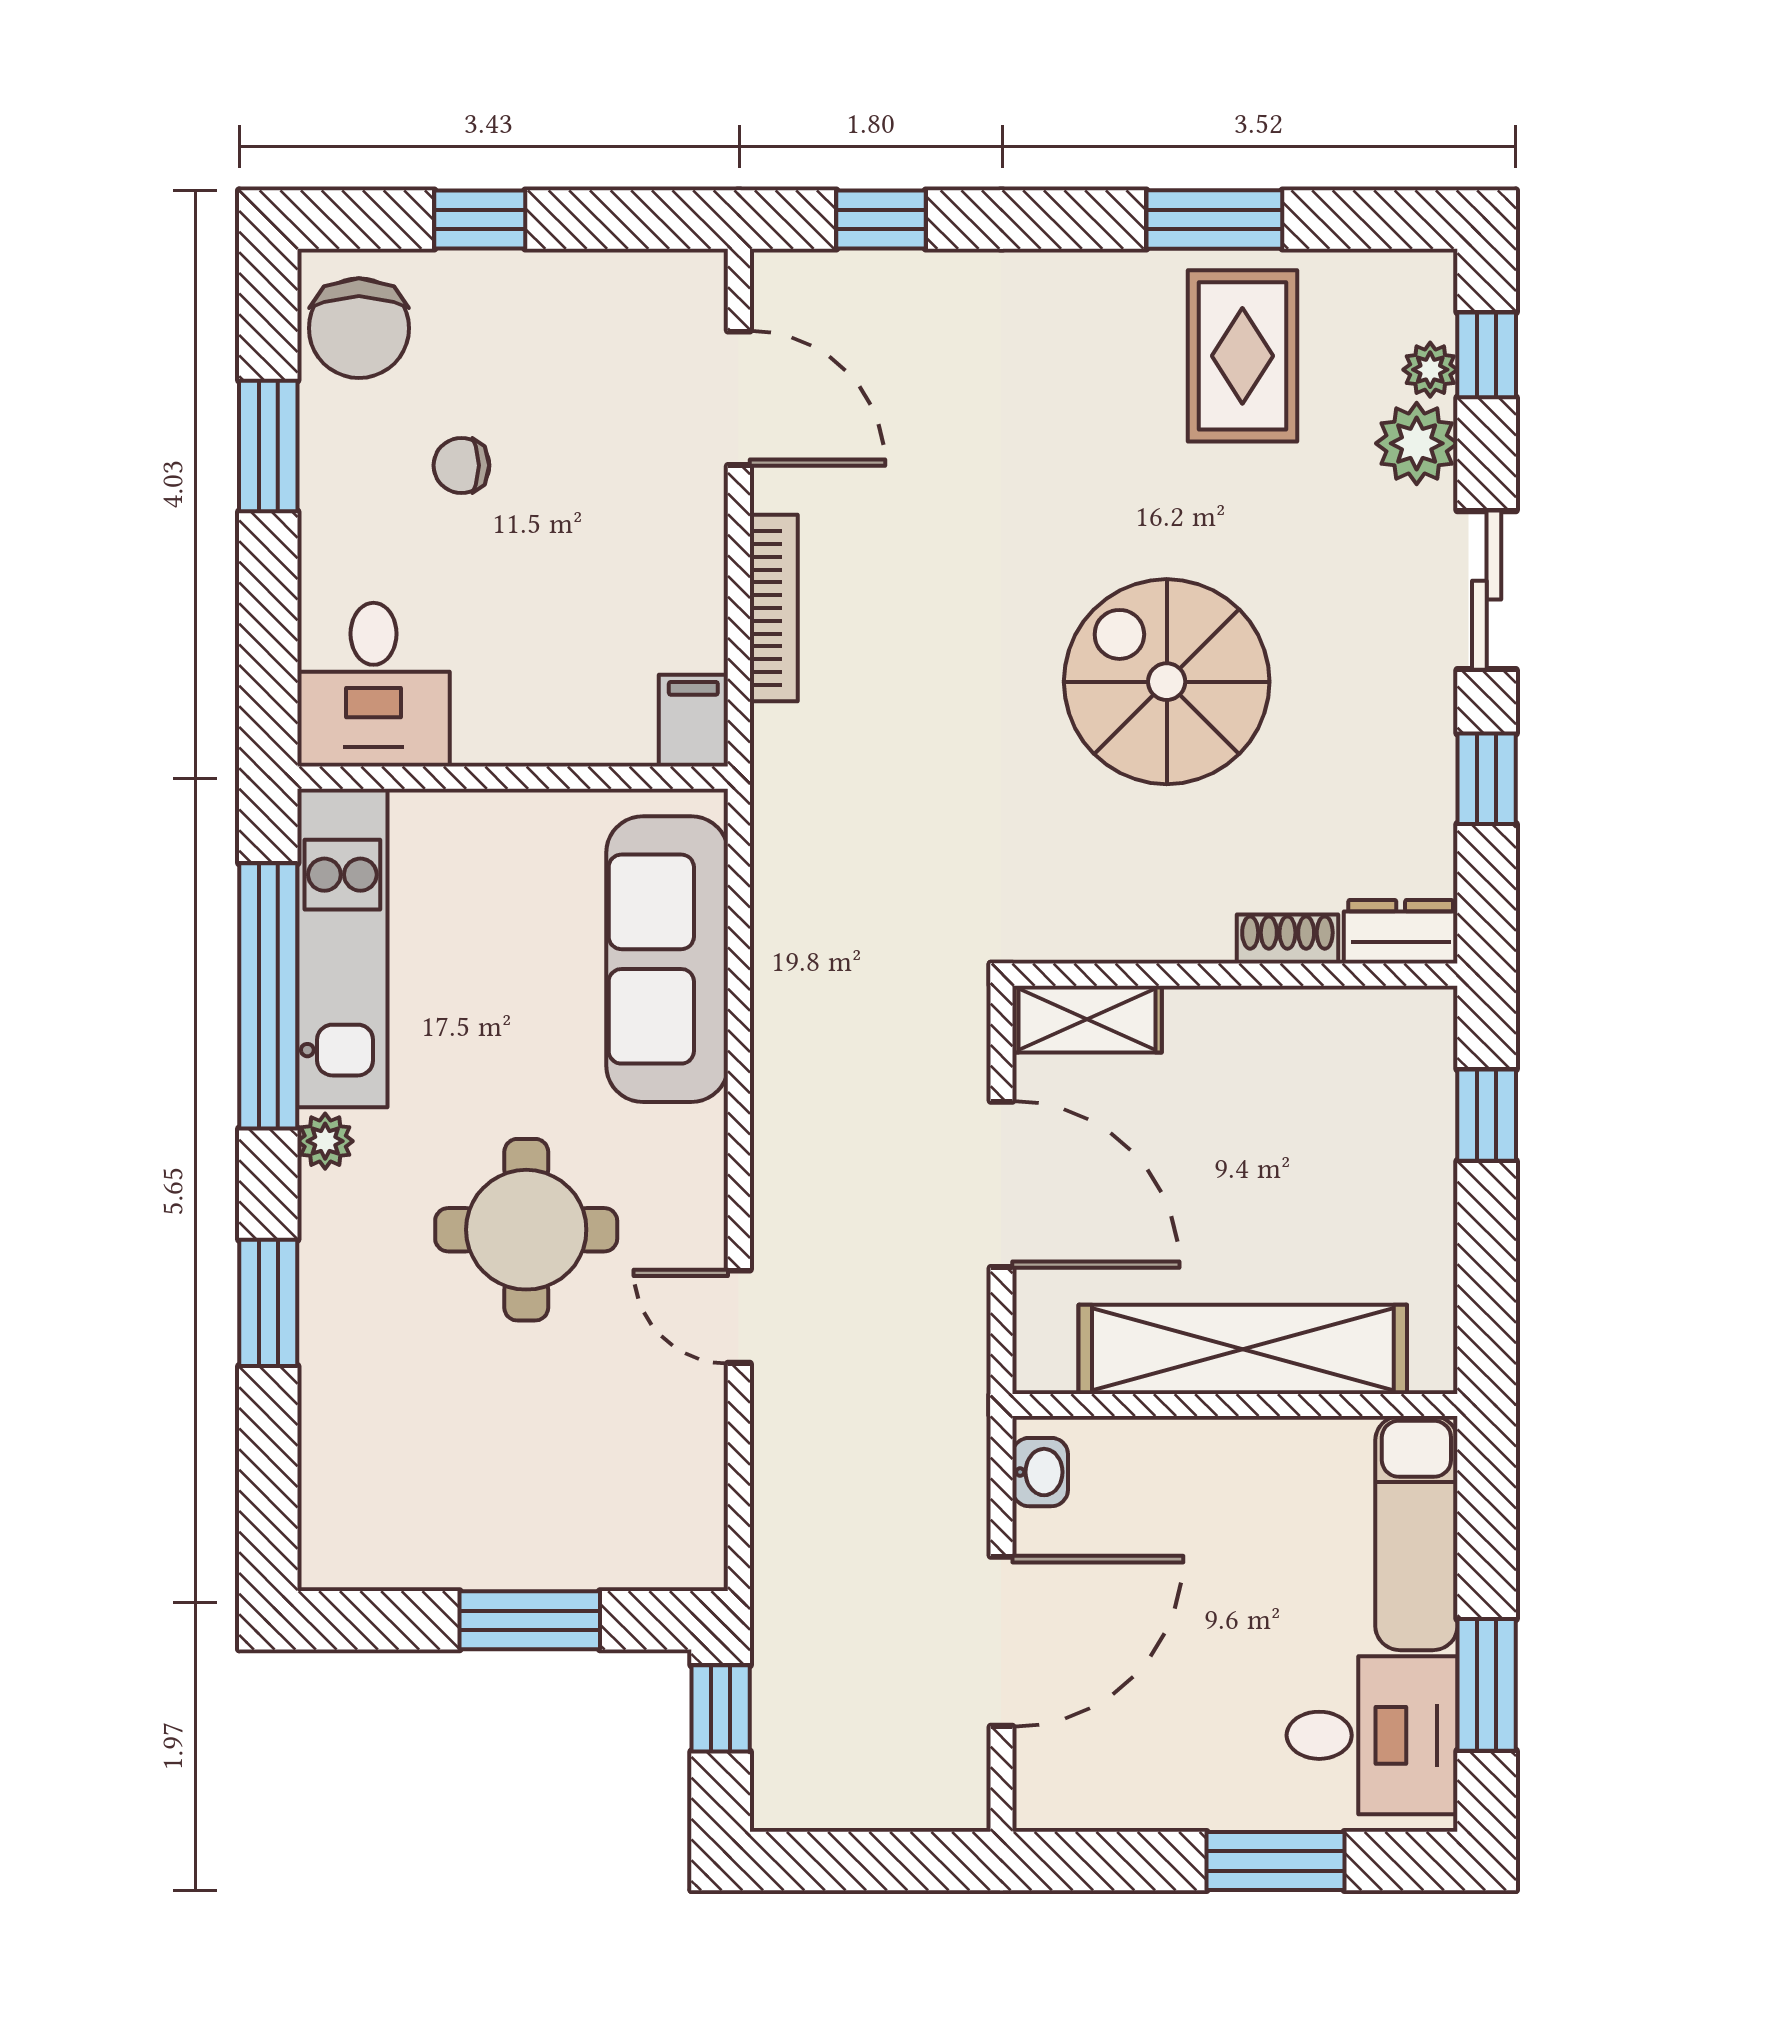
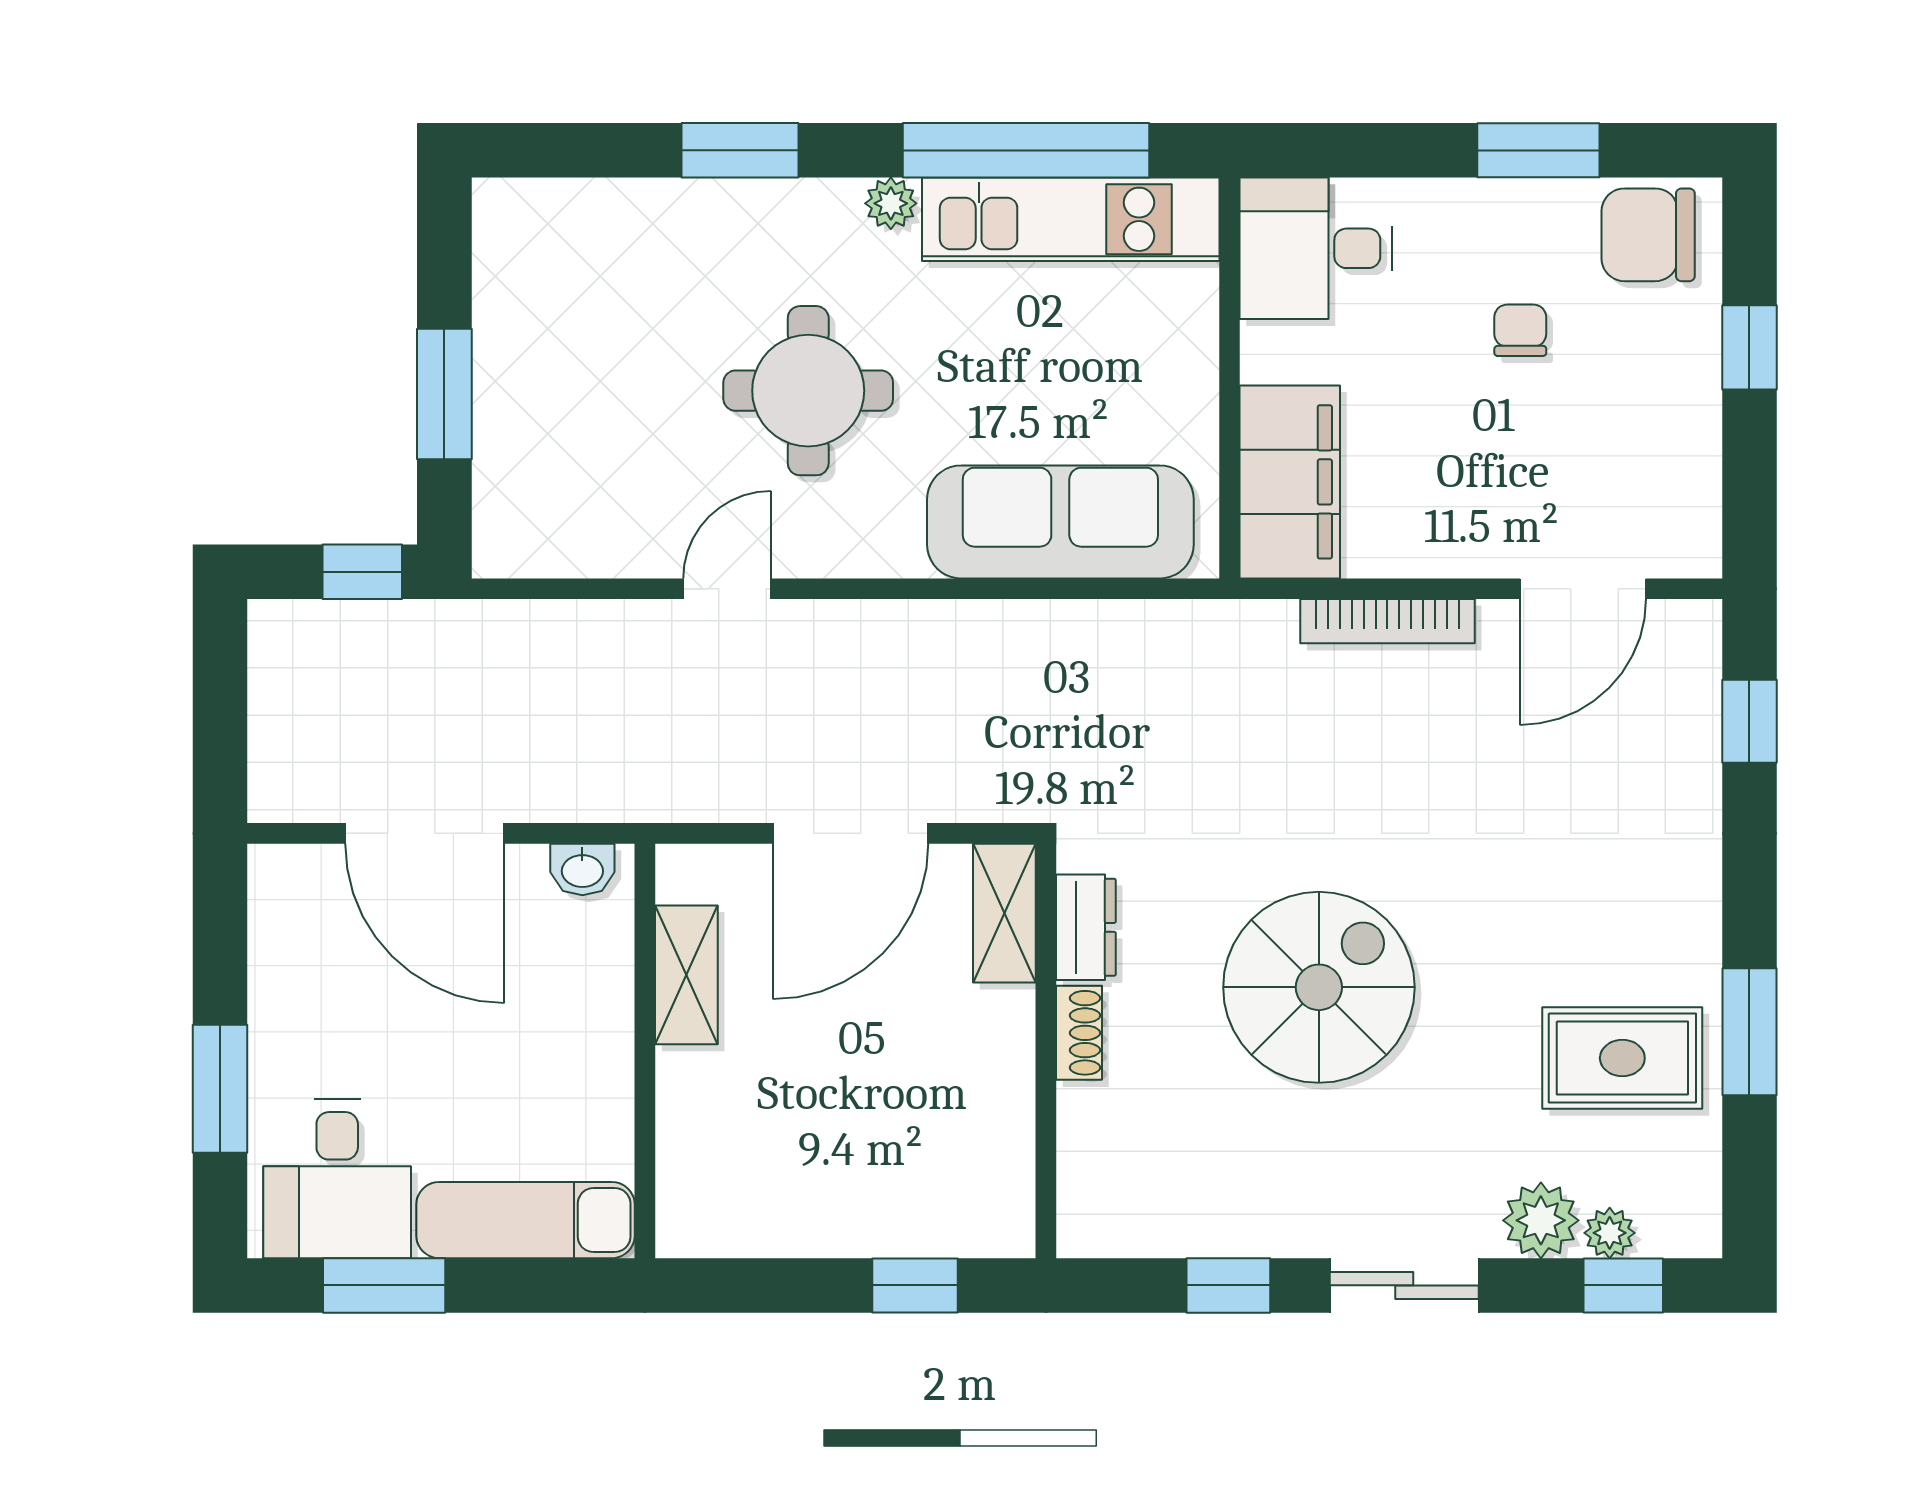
filing cabinet: (693, 721) -> (1290, 482), width x3.00, depth x1.17
dresser: (1401, 932) -> (1086, 927), moved
shoe rack: (1287, 939) -> (1079, 1033), moved
shelving: (1243, 1349) -> (686, 975), width x0.45, depth x0.75

